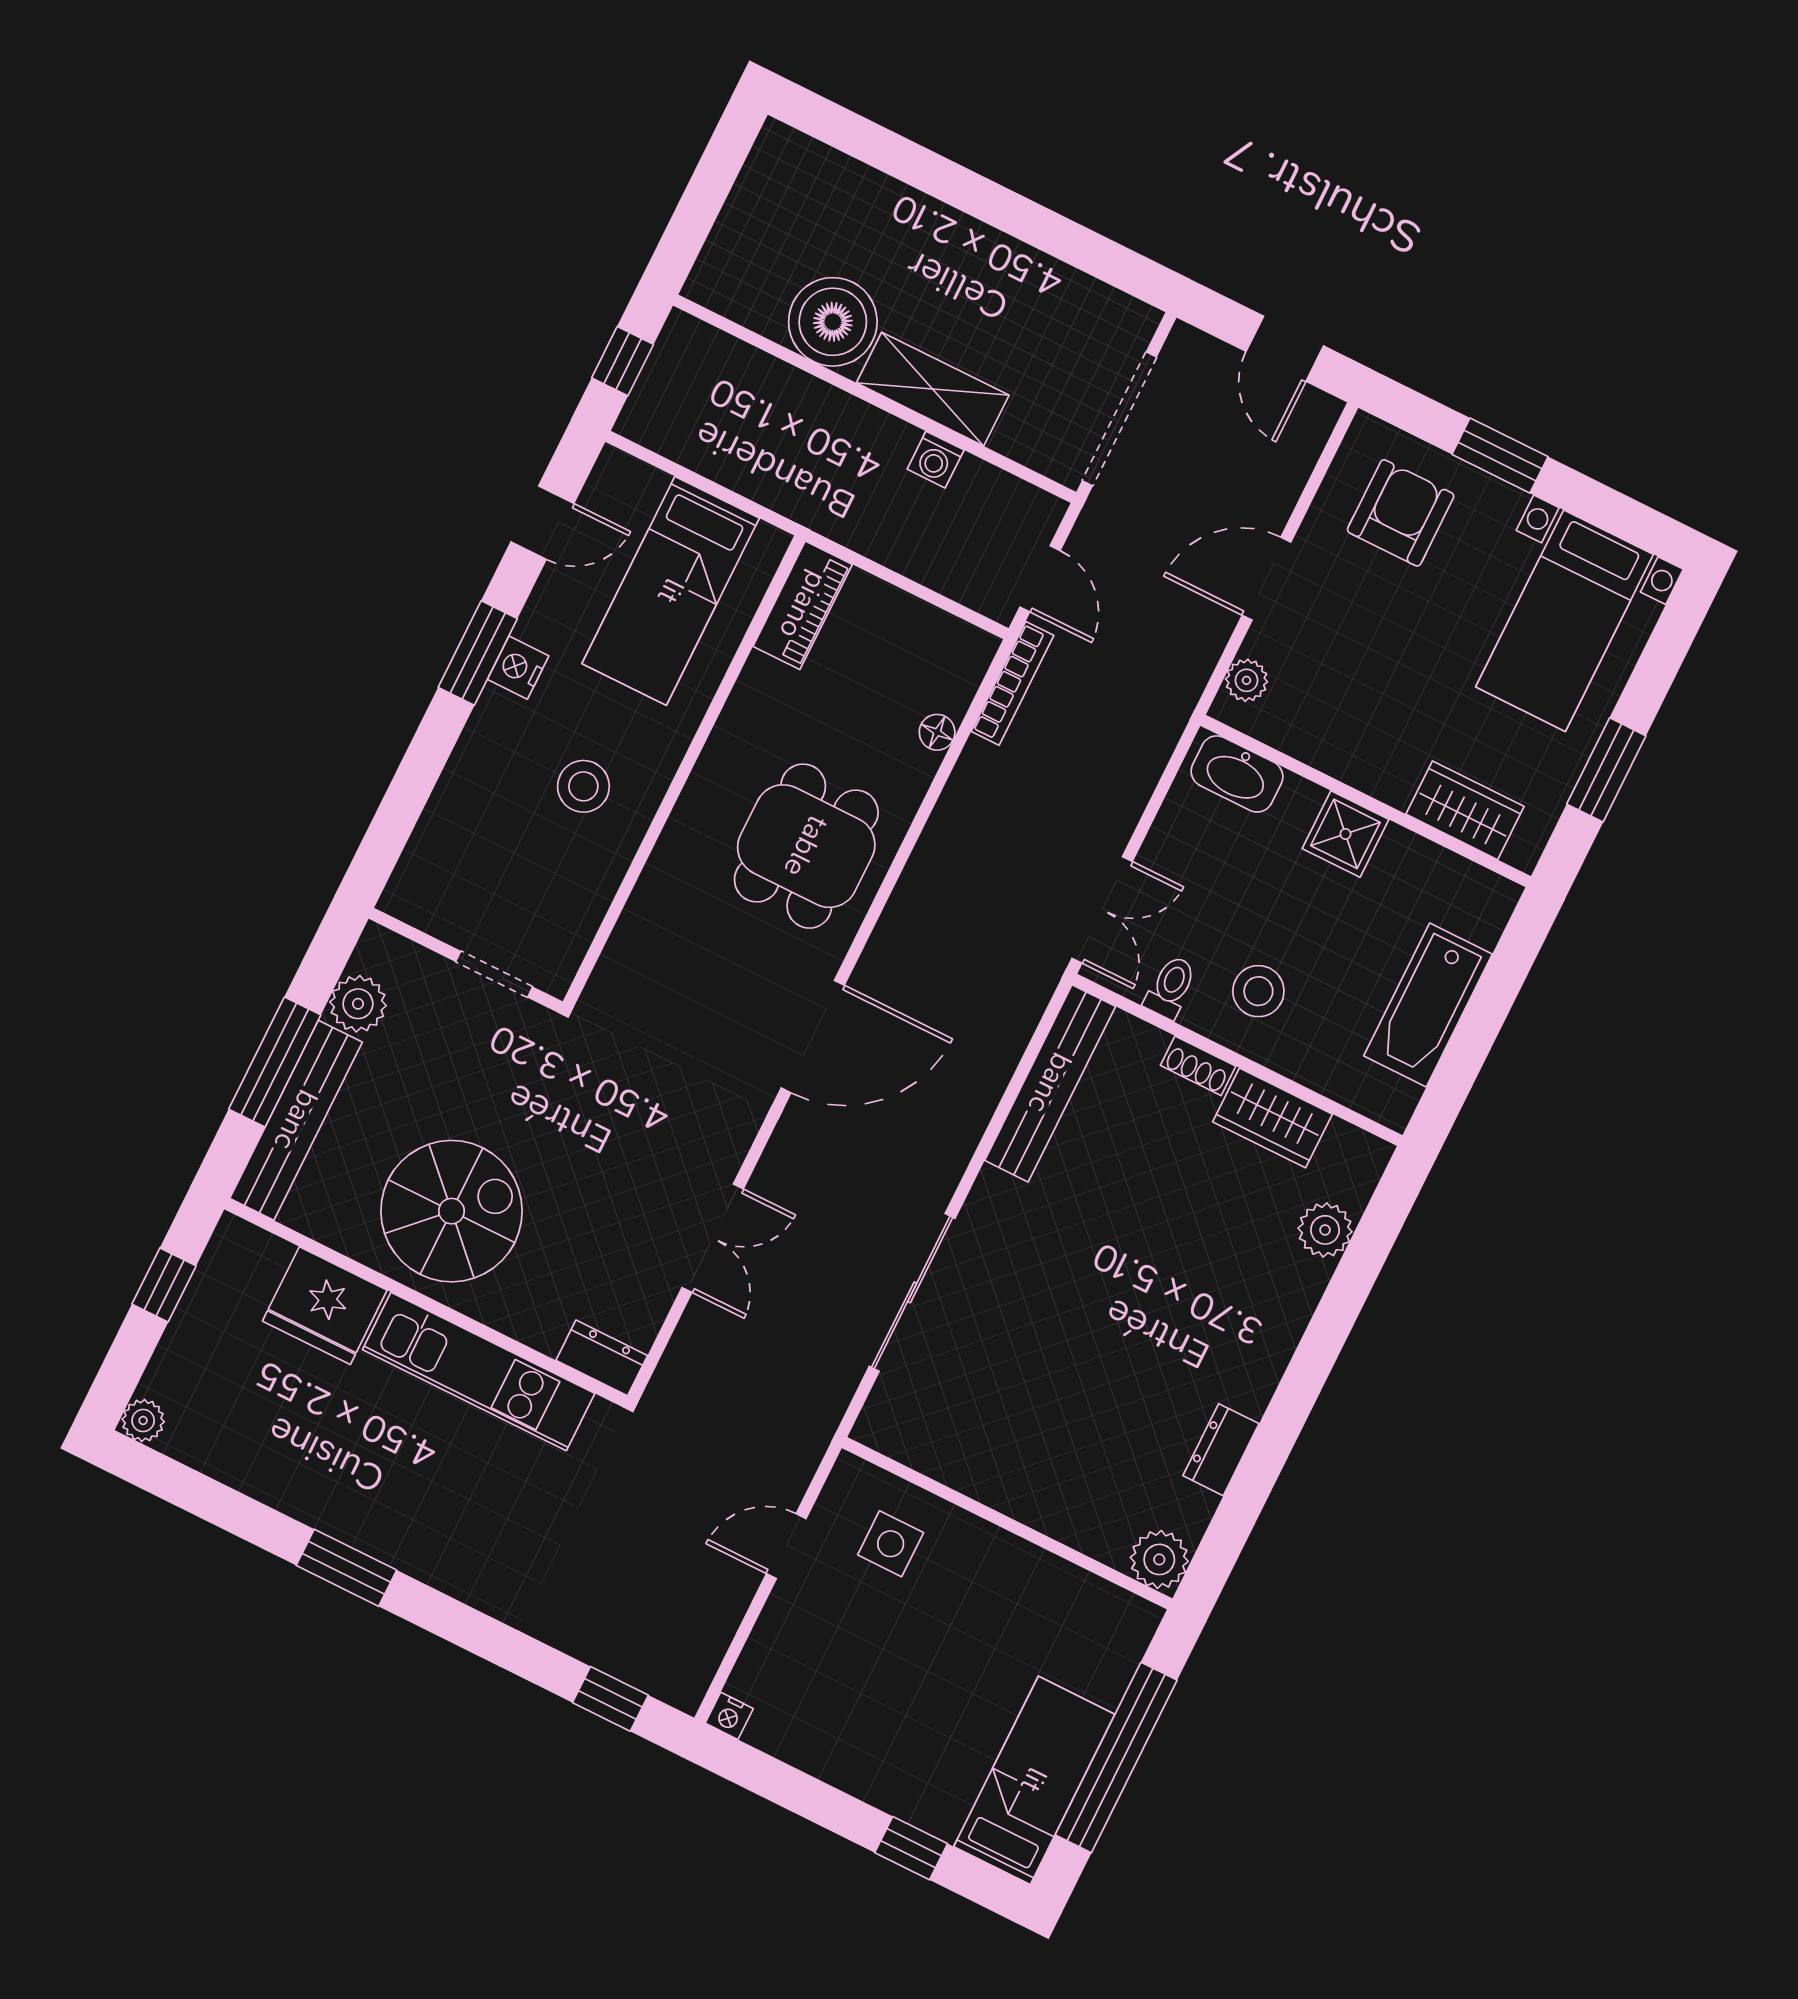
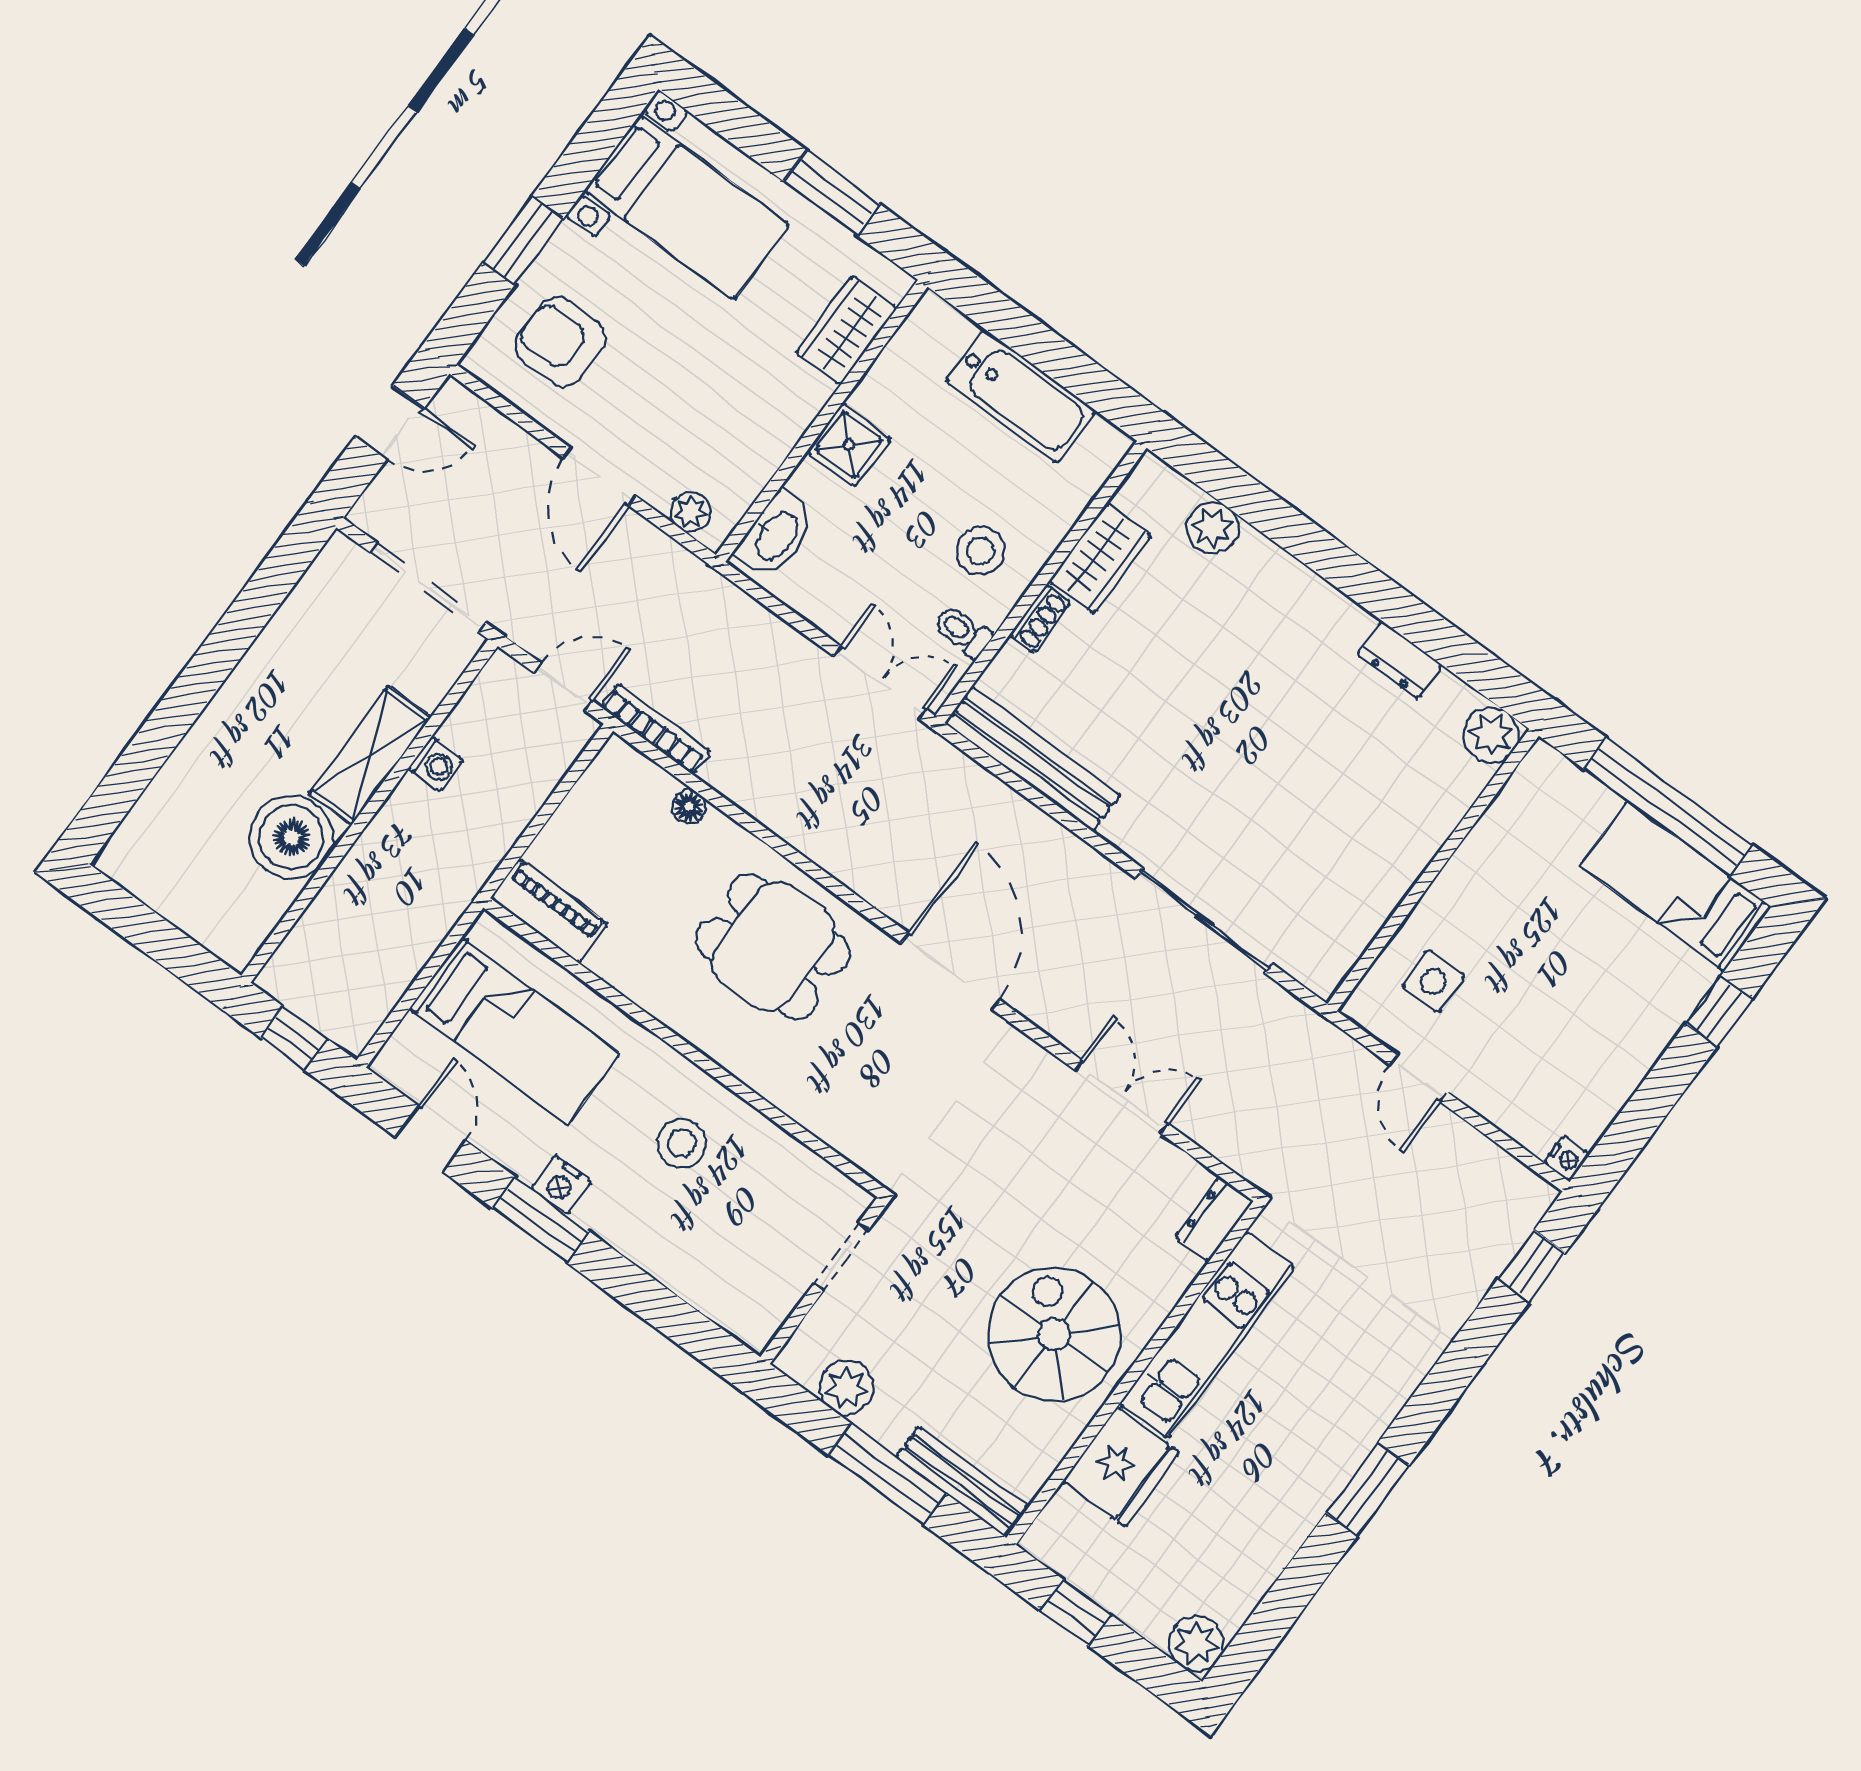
bench: (296, 1120) -> (962, 1482), width x0.73, depth x0.82
plant: (143, 1421) -> (1196, 1644), width x1.38, depth x1.38

